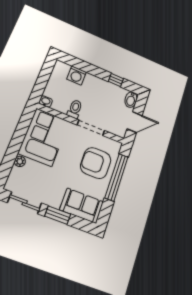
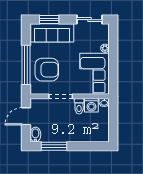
washing machine: (76, 75) -> (91, 105), moved, turned 180
window: (116, 80) -> (54, 146), width x2.17
sofa: (82, 206) -> (52, 33), width x1.36
window: (58, 215) -> (49, 20), moved

